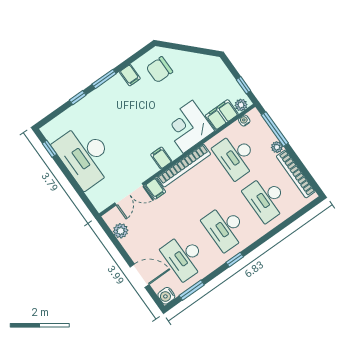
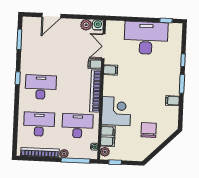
chair: (159, 70) -> (149, 130), moved
filing cabinet: (161, 158) -> (111, 70), moved
desk: (184, 257) -> (42, 50), removed
water cooler: (166, 296) -> (98, 25), moved

